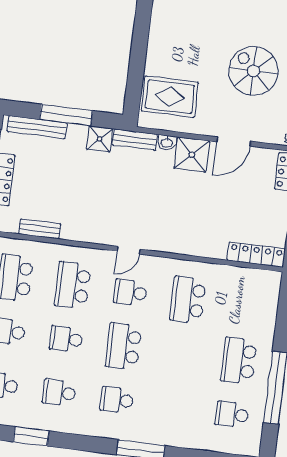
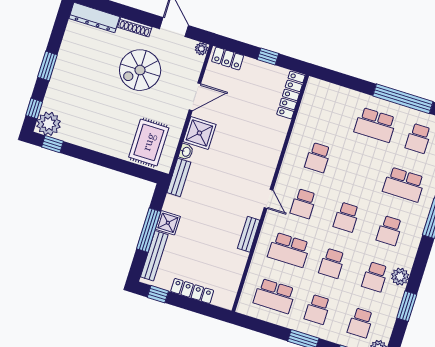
shower: (100, 139) -> (168, 223), moved
door: (234, 142) -> (195, 97), hinge flipped
bench: (40, 229) -> (249, 234), moved
school desk: (188, 300) -> (318, 158), width x0.54
school desk: (124, 346) -> (346, 217), width x0.54
school desk: (174, 407) -> (404, 184), added
plant: (65, 422) -> (400, 277), added

